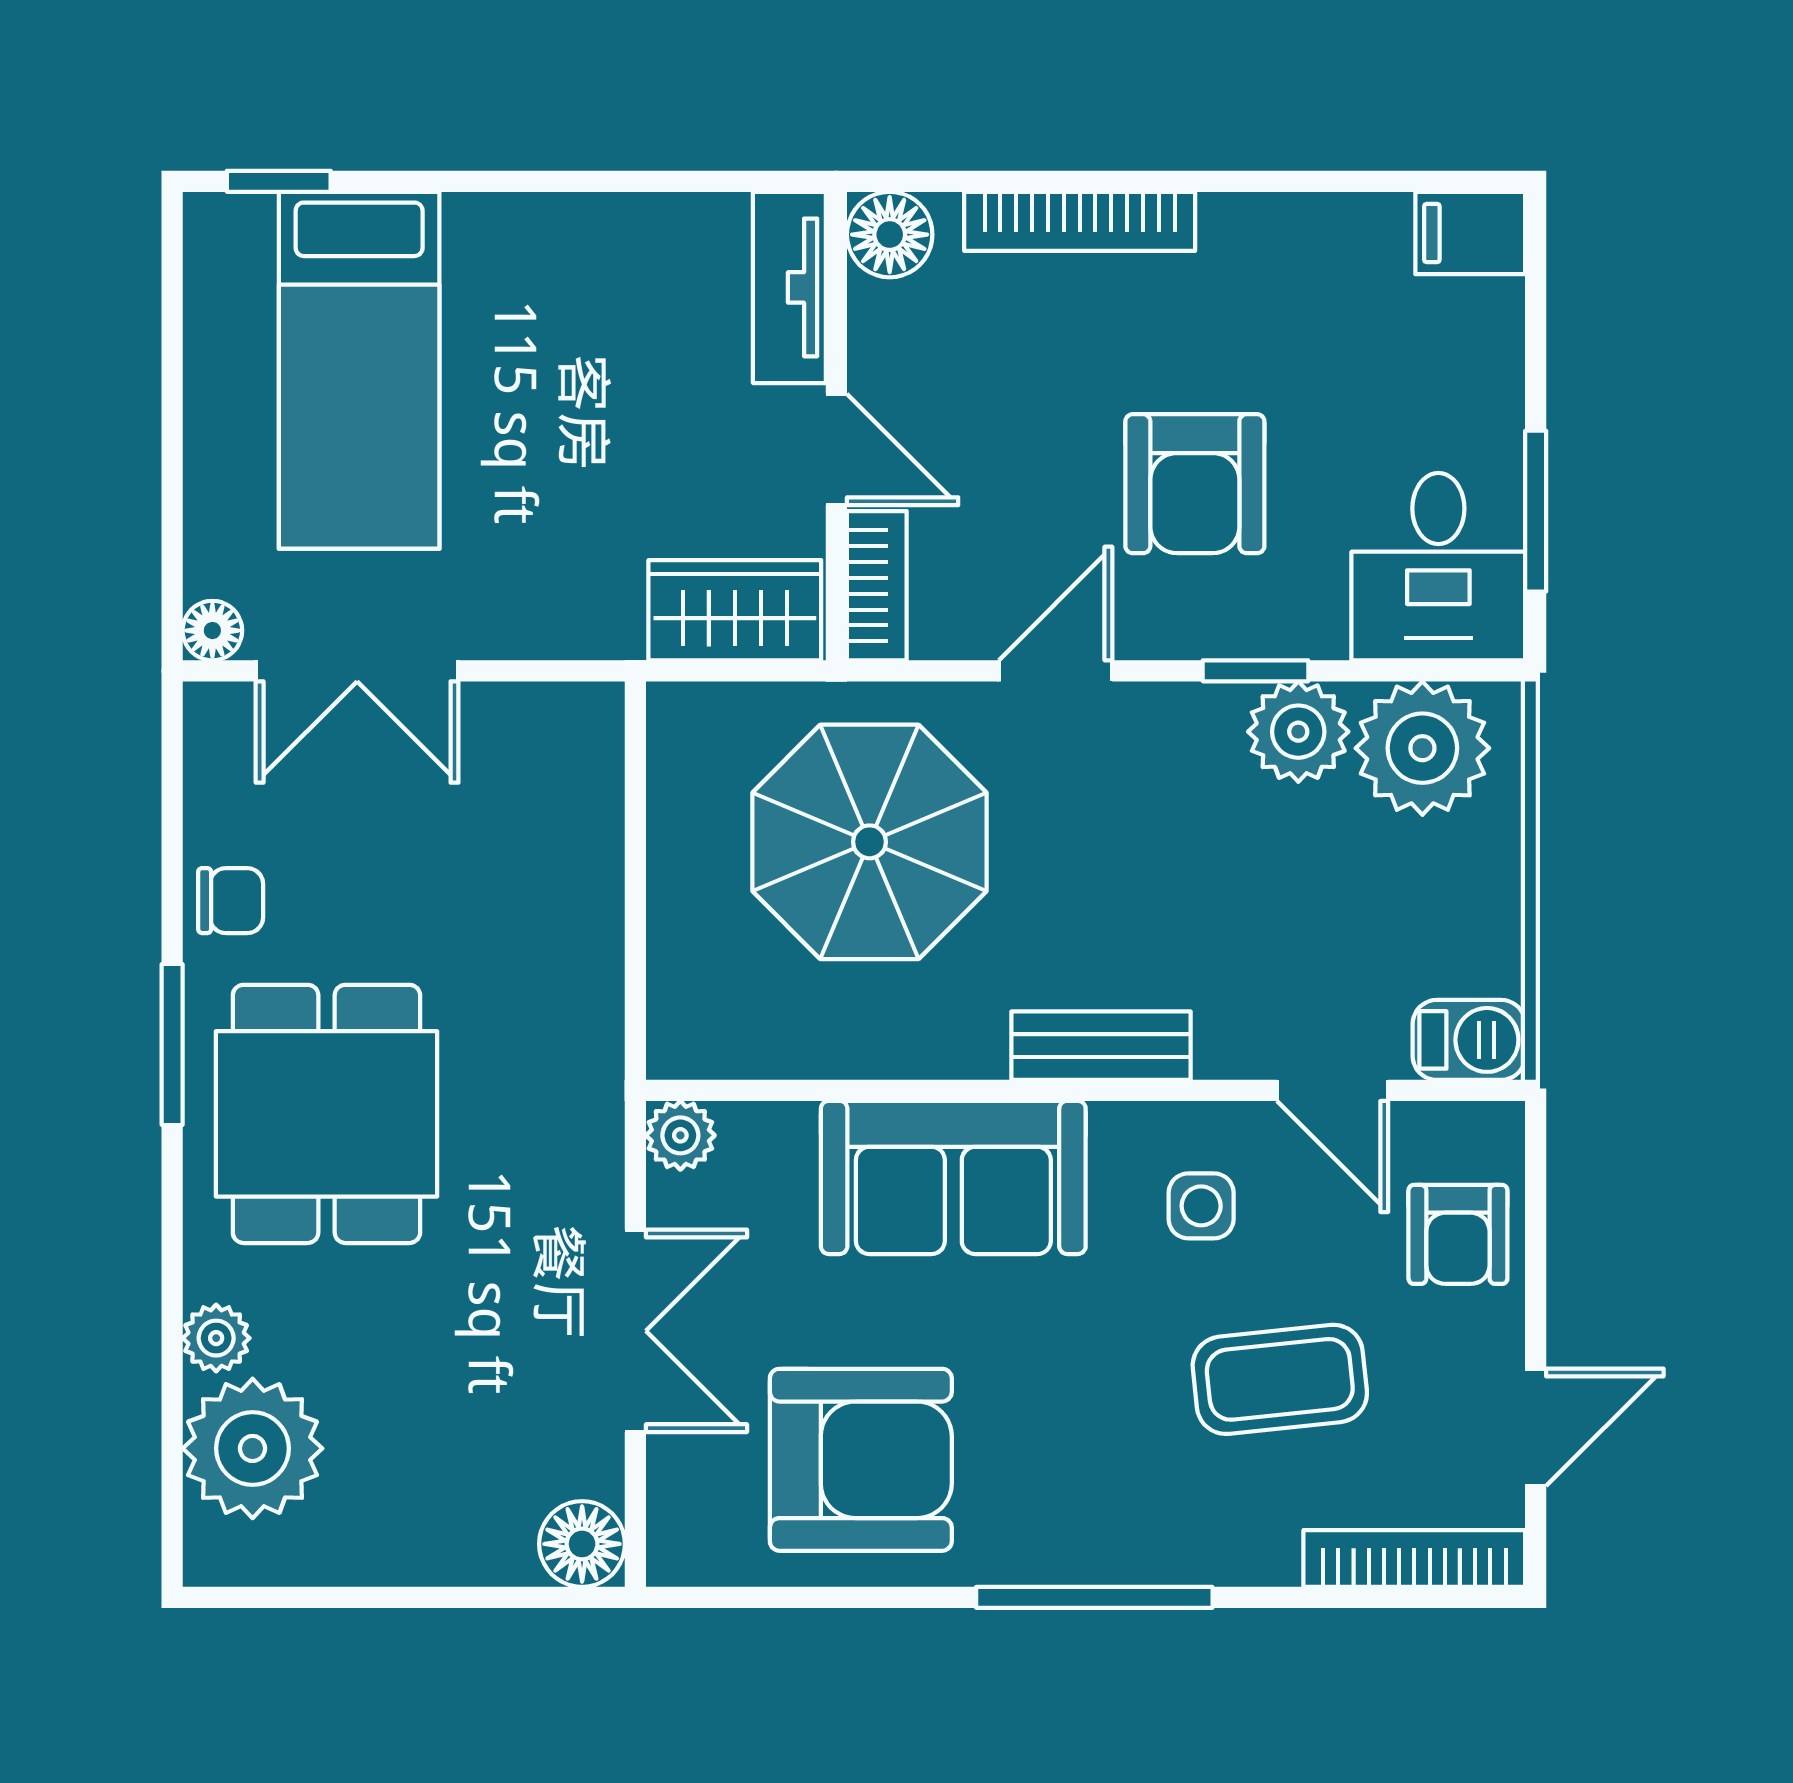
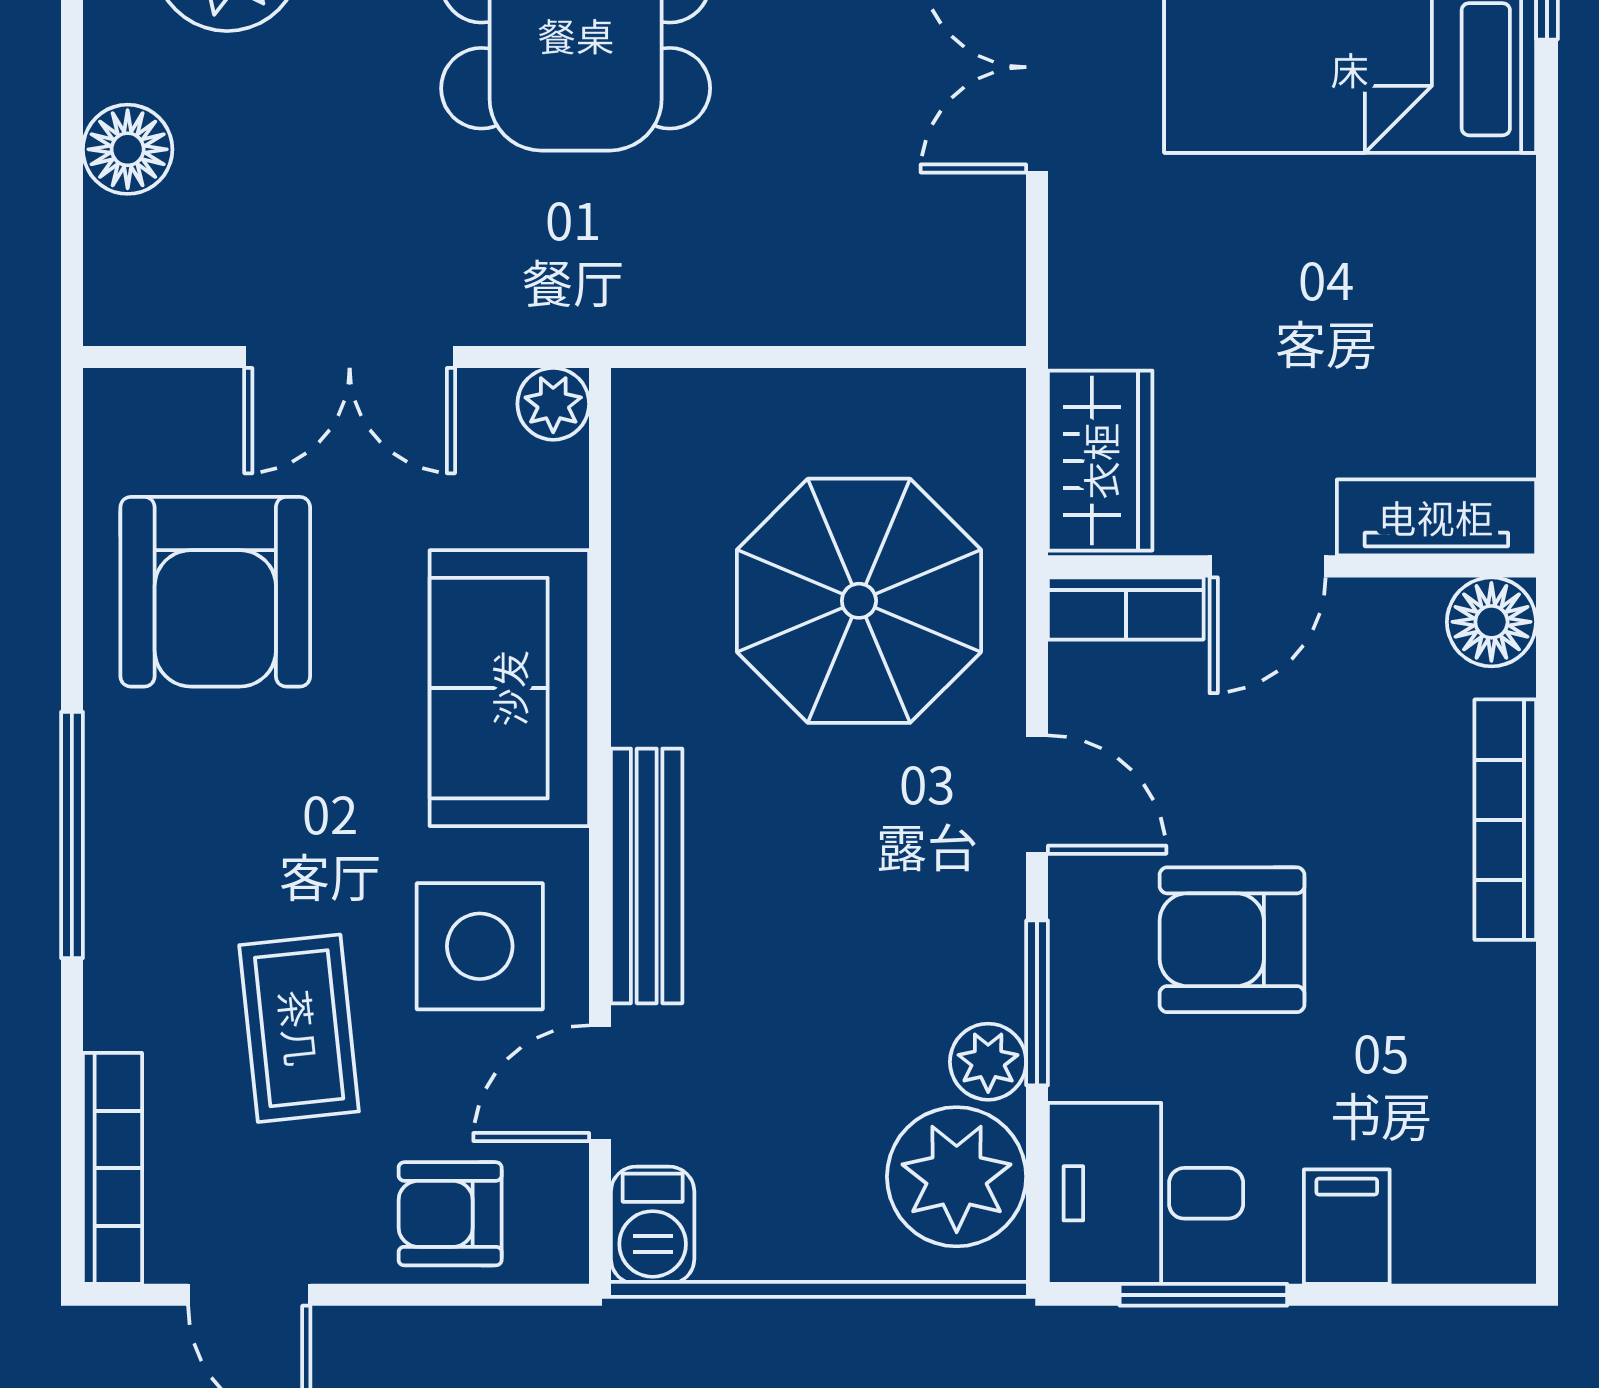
filing cabinet: (1470, 233) -> (1347, 1227), moved
window: (1255, 671) -> (1037, 1003), width x1.50
plant: (1298, 732) -> (988, 1062), width x0.73, depth x0.73
bench: (1101, 1046) -> (647, 876), width x1.36
side table: (1201, 1206) -> (480, 946), width x1.87, depth x1.87
floor lamp: (582, 1544) -> (128, 149), moved

